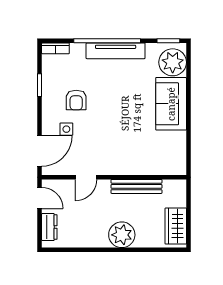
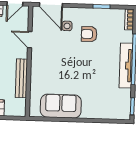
plant: (173, 62) -> (116, 109), removed
sofa: (171, 104) -> (61, 106), moved

